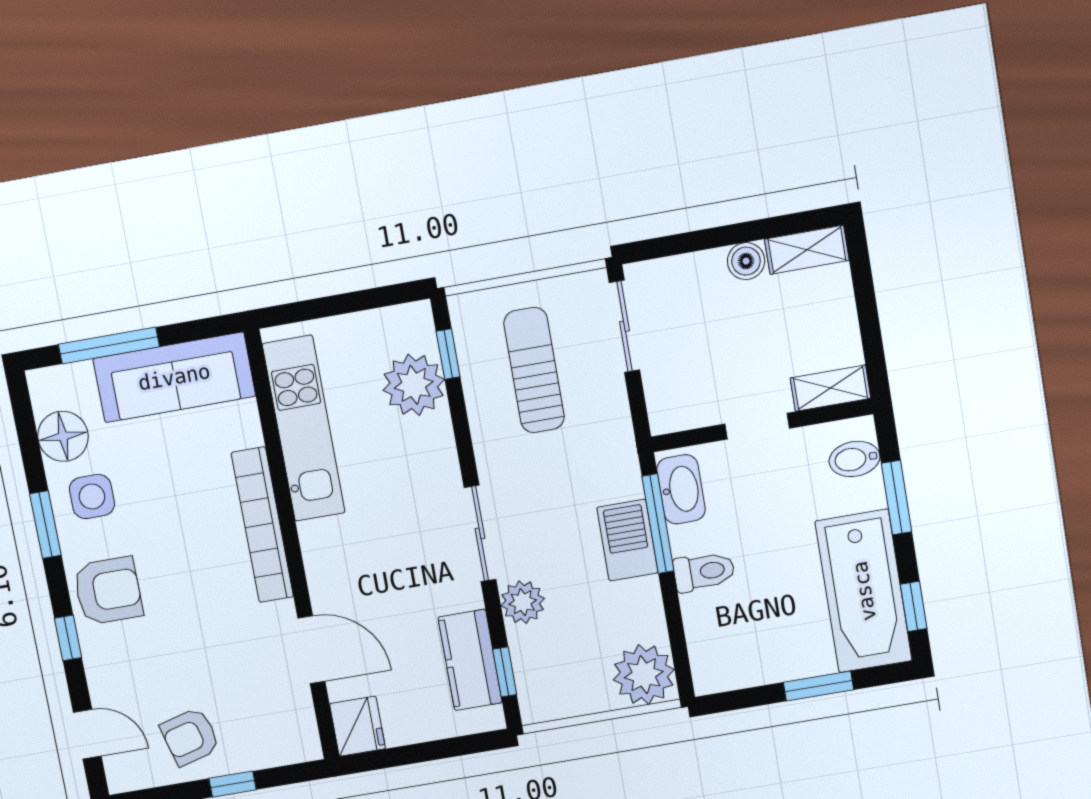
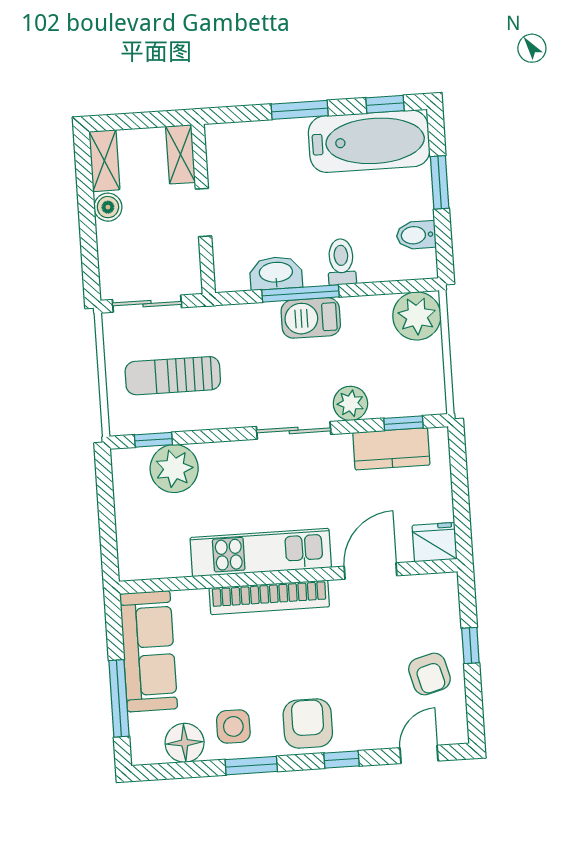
shelving: (831, 388) -> (181, 154), moved
wall: (762, 425) -> (203, 209), moved
doorway: (757, 426) -> (203, 212), moved
kitchen unit: (304, 428) -> (261, 553), moved
bidet: (854, 459) -> (416, 235), moved, turned 90

